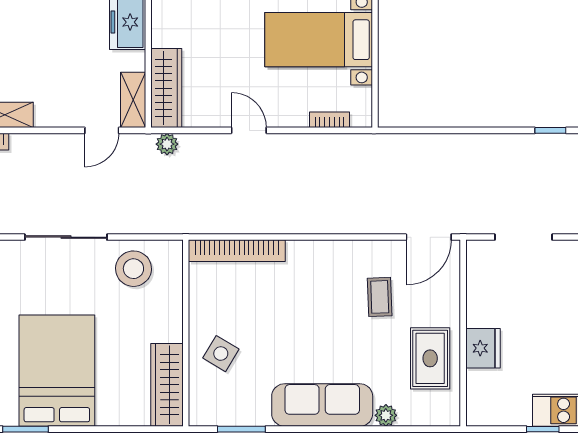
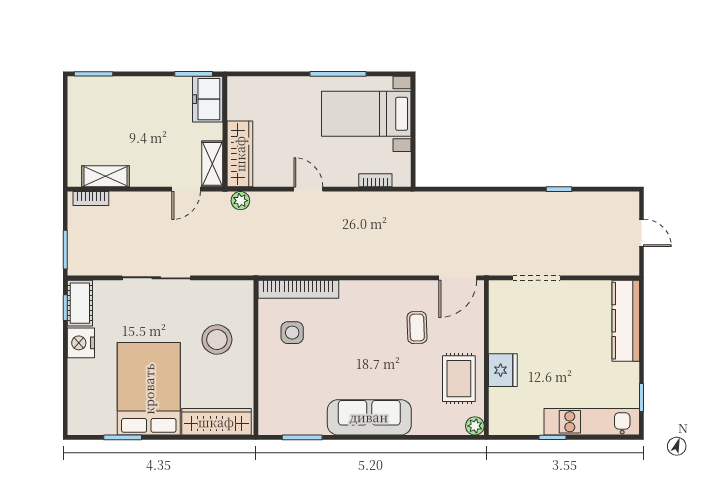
stool: (133, 269) -> (217, 340), moved
side table: (221, 354) -> (292, 333), moved, turned -31
wardrobe: (167, 385) -> (216, 422), moved, turned 90
plant: (386, 415) -> (475, 426), moved

